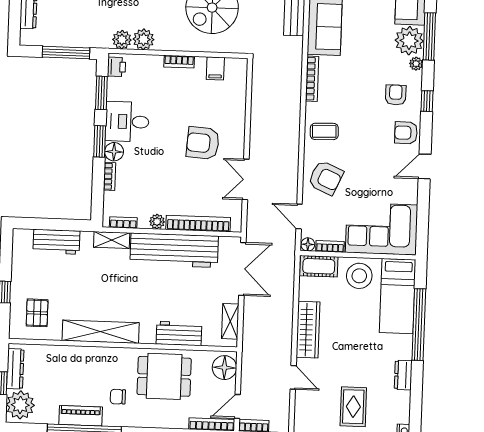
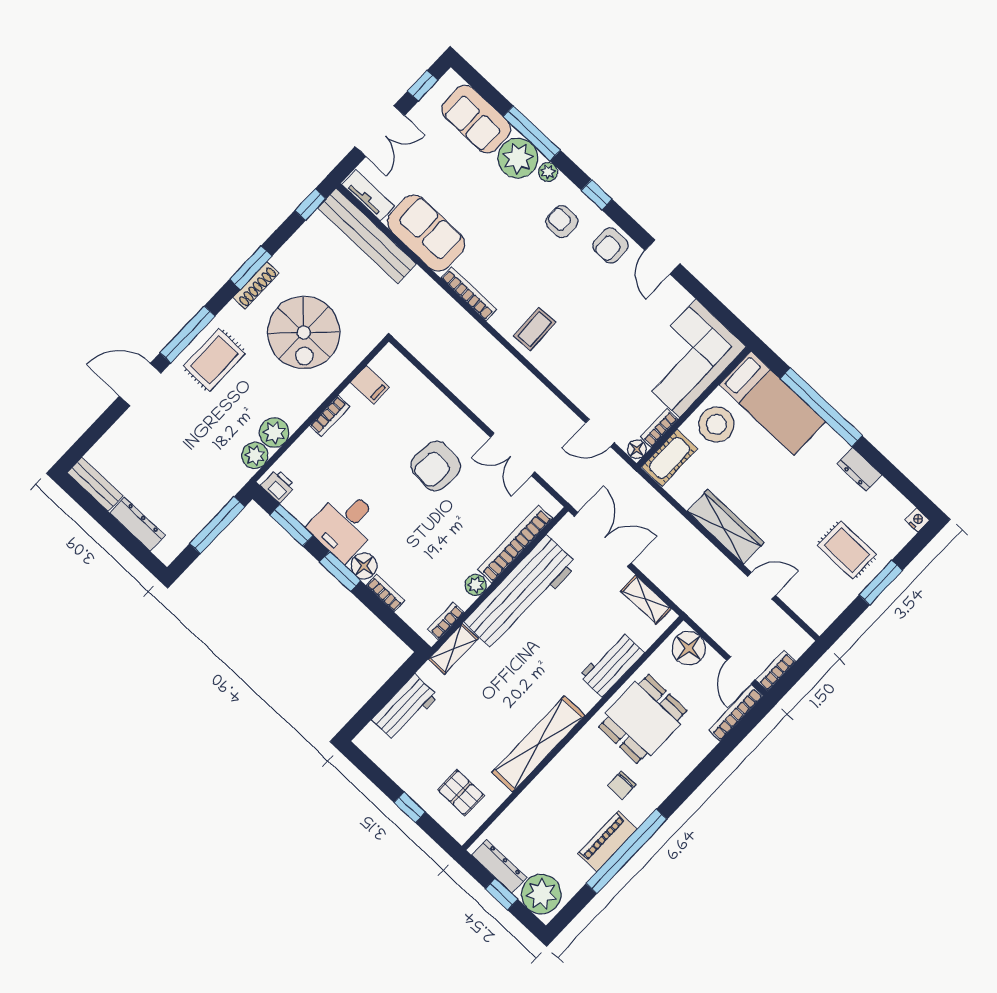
armchair: (326, 178) -> (584, 370), removed

